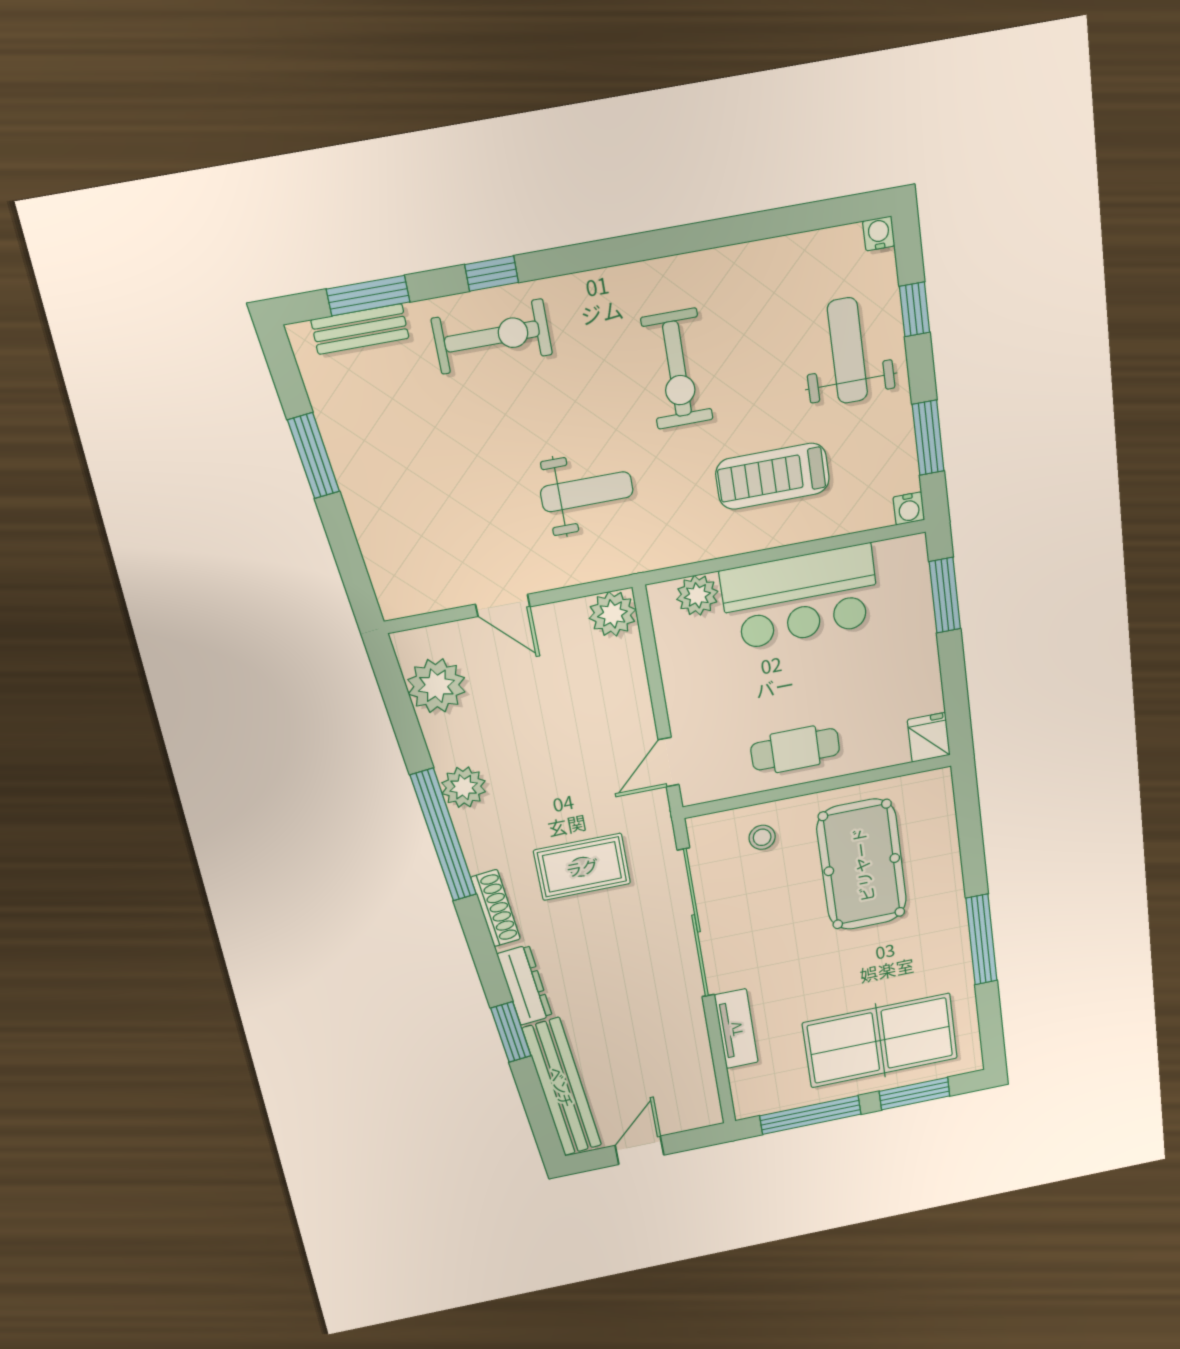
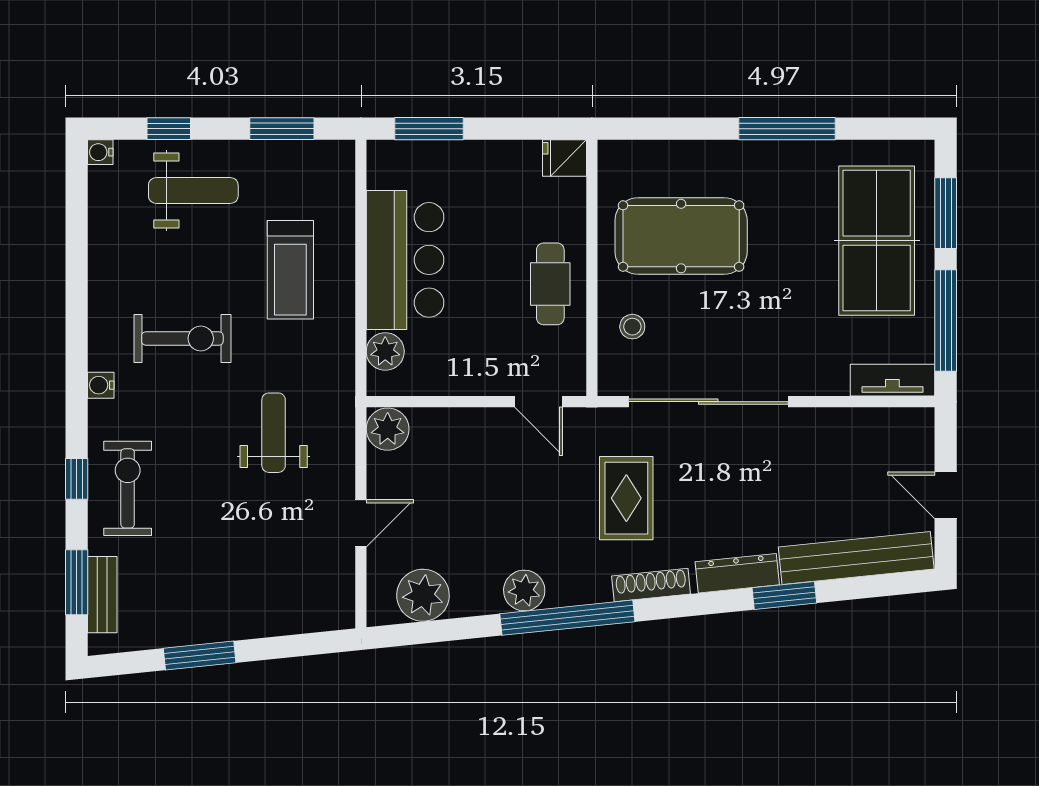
weight bench: (848, 351) -> (193, 191), turned 180
water cooler: (909, 508) -> (101, 385), moved, turned 180
tv unit: (736, 1029) -> (892, 380), moved

